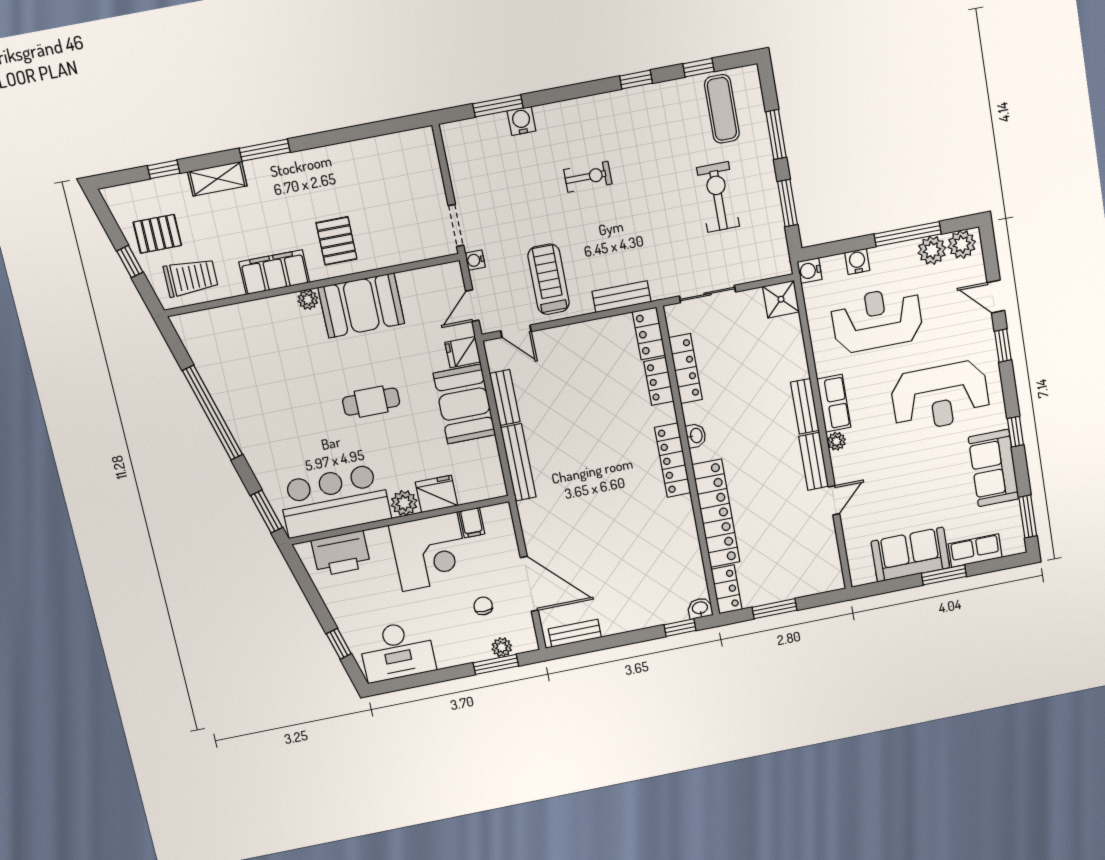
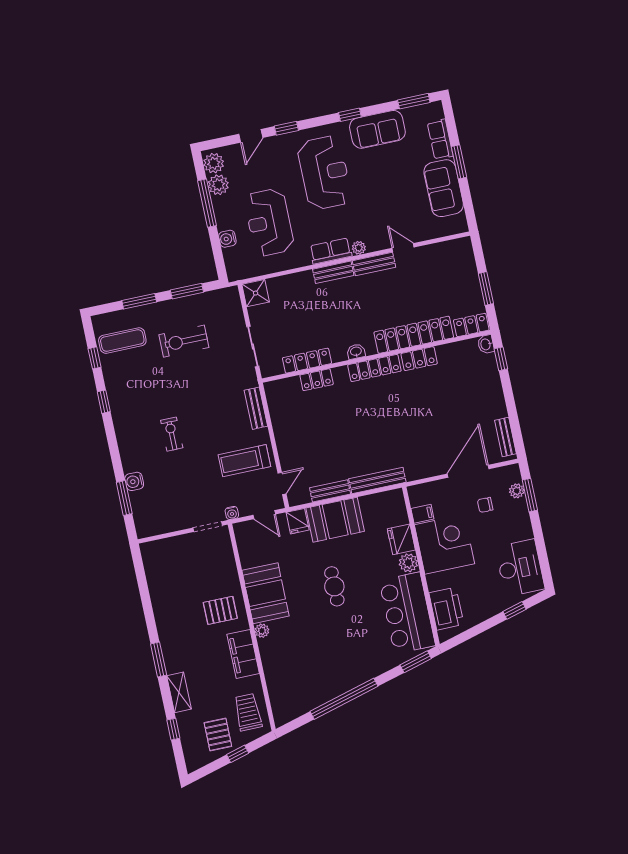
water cooler: (810, 271) -> (235, 273), removed
locker: (649, 334) -> (419, 359), moved

